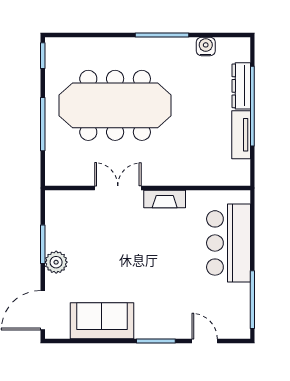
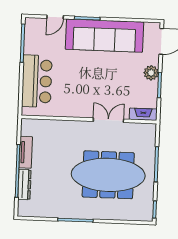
water cooler: (206, 46) -> (47, 211), removed
double door: (118, 188) -> (108, 120), swing flipped
fireplace: (165, 199) -> (143, 114), moved
sofa: (102, 321) -> (104, 36), width x1.85, depth x1.27
door: (205, 341) -> (55, 17), hinge flipped

